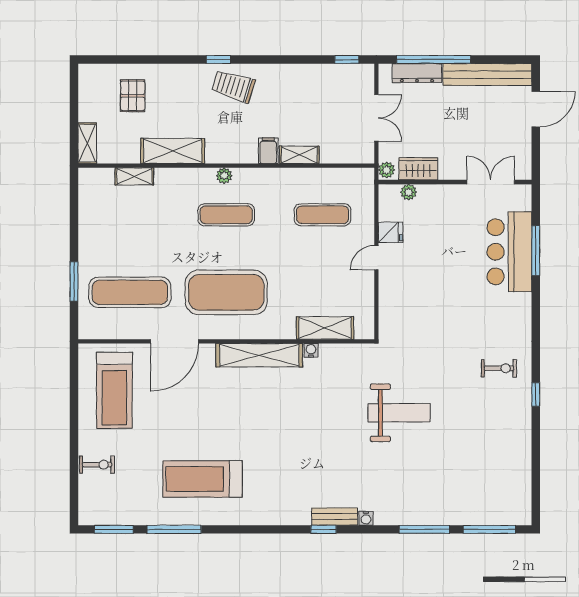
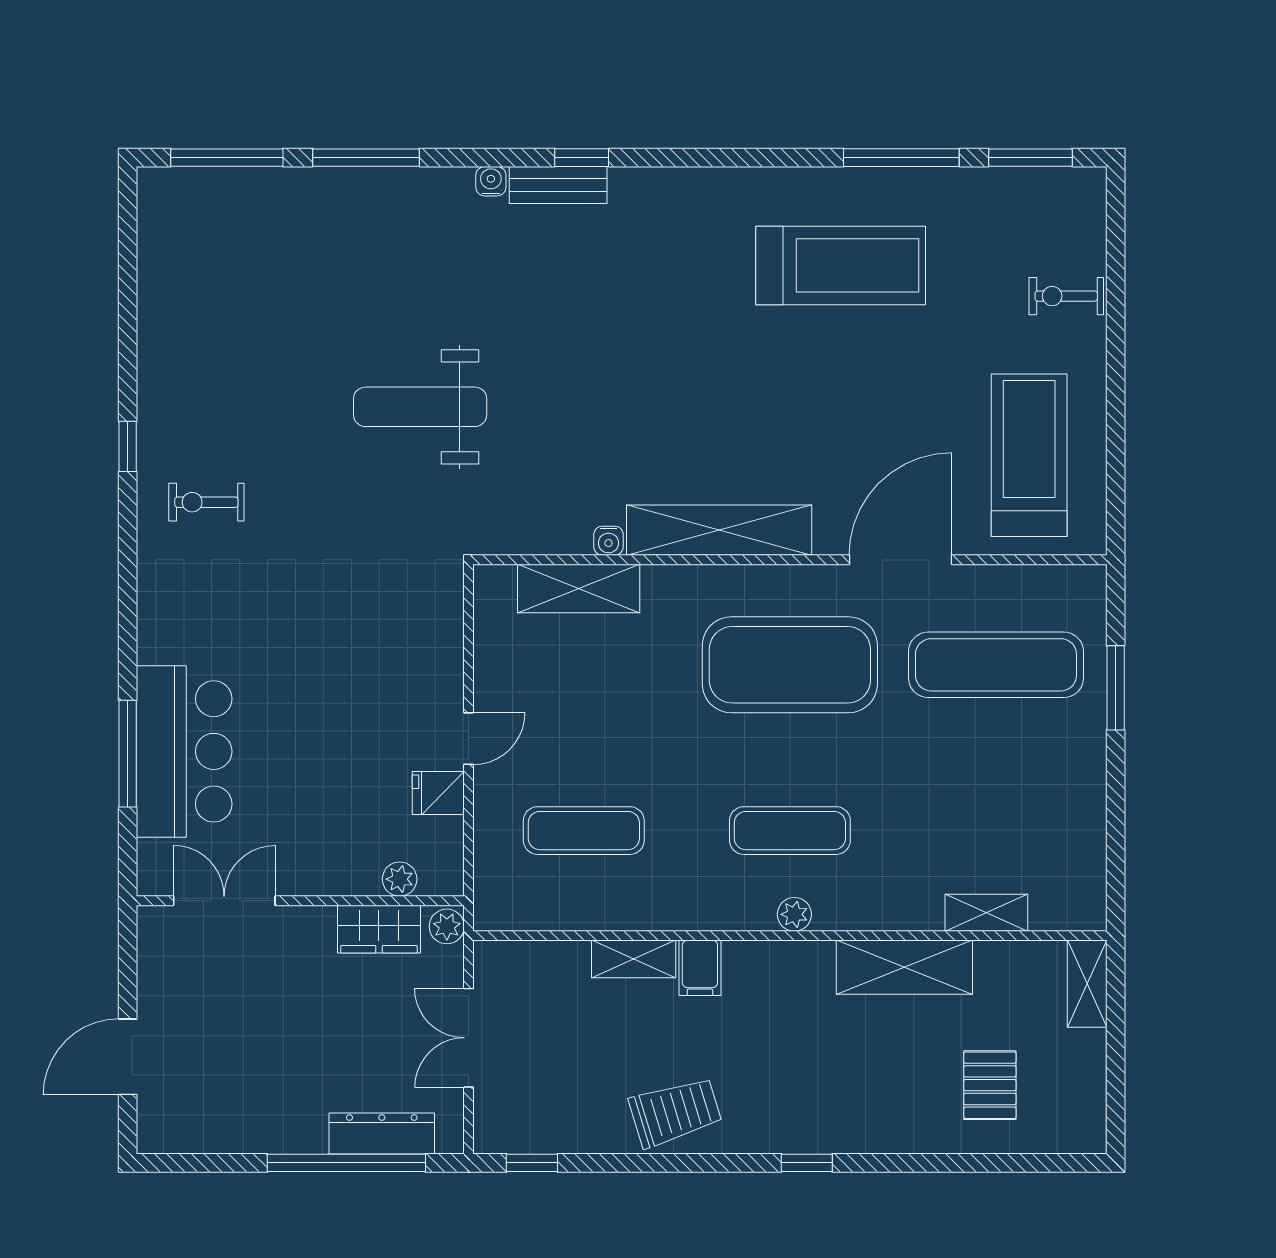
bench: (487, 75) -> (231, 1131), removed
trolley: (233, 86) -> (675, 1112), moved, turned -34
double door: (491, 182) -> (224, 901), swing flipped

